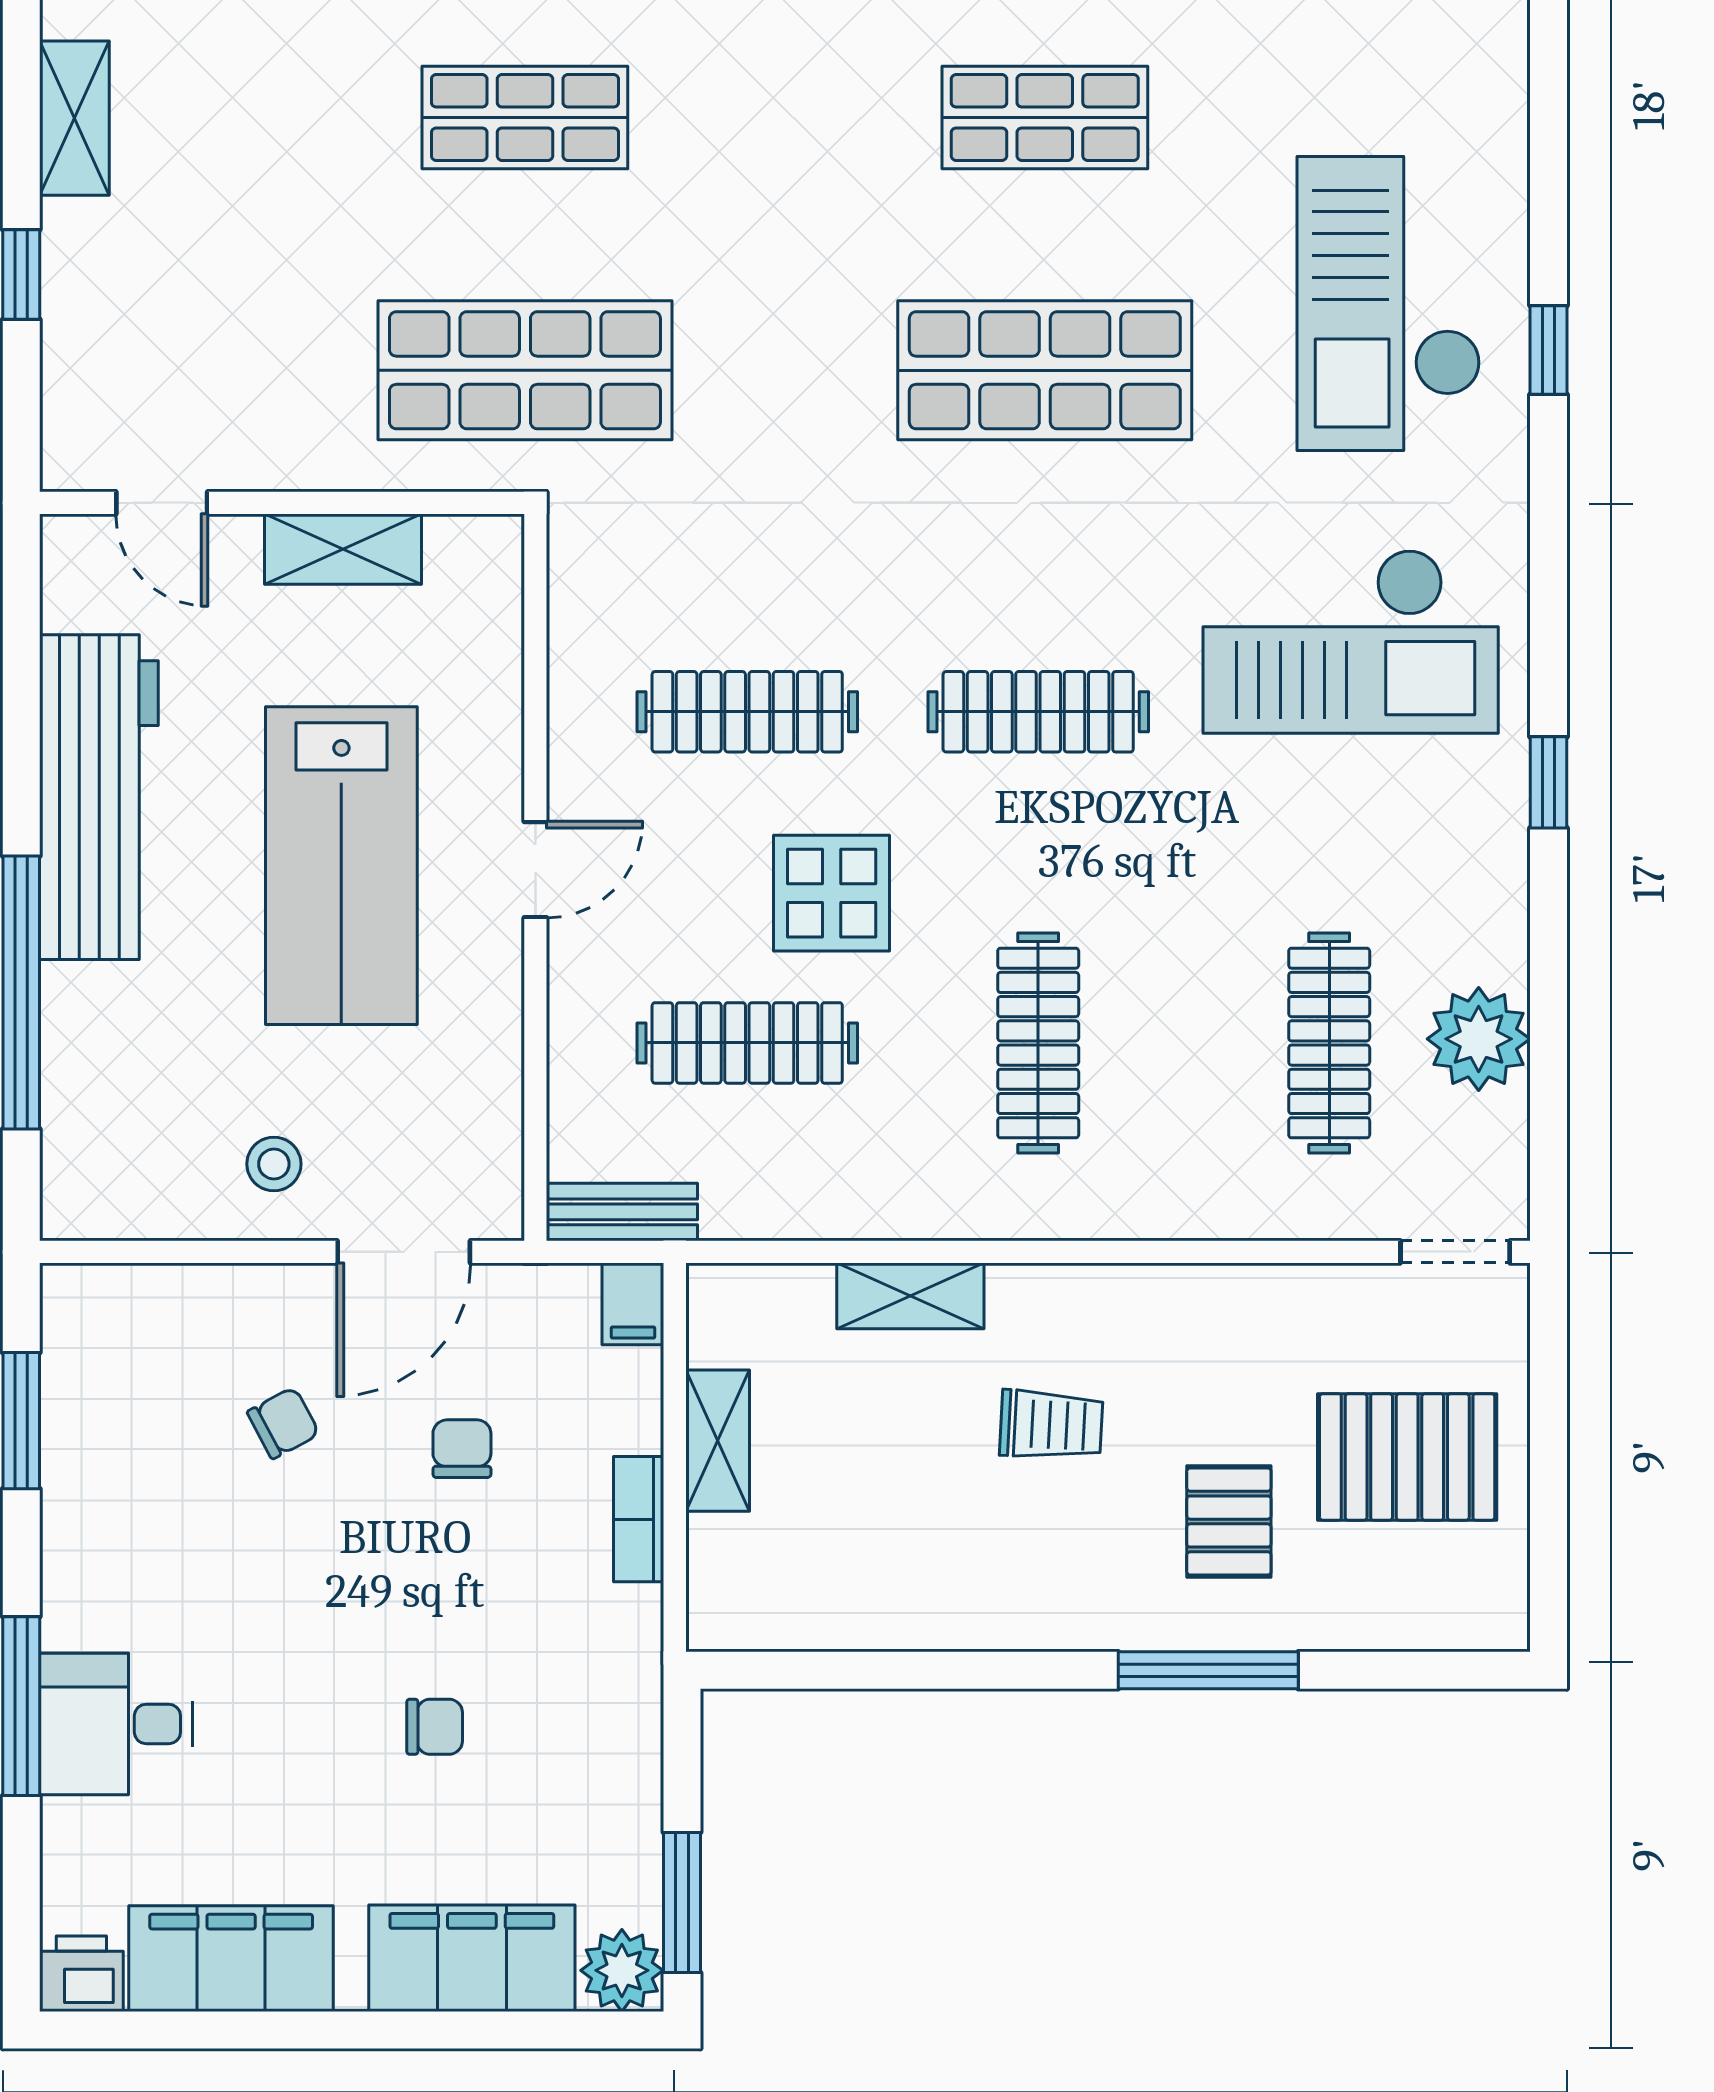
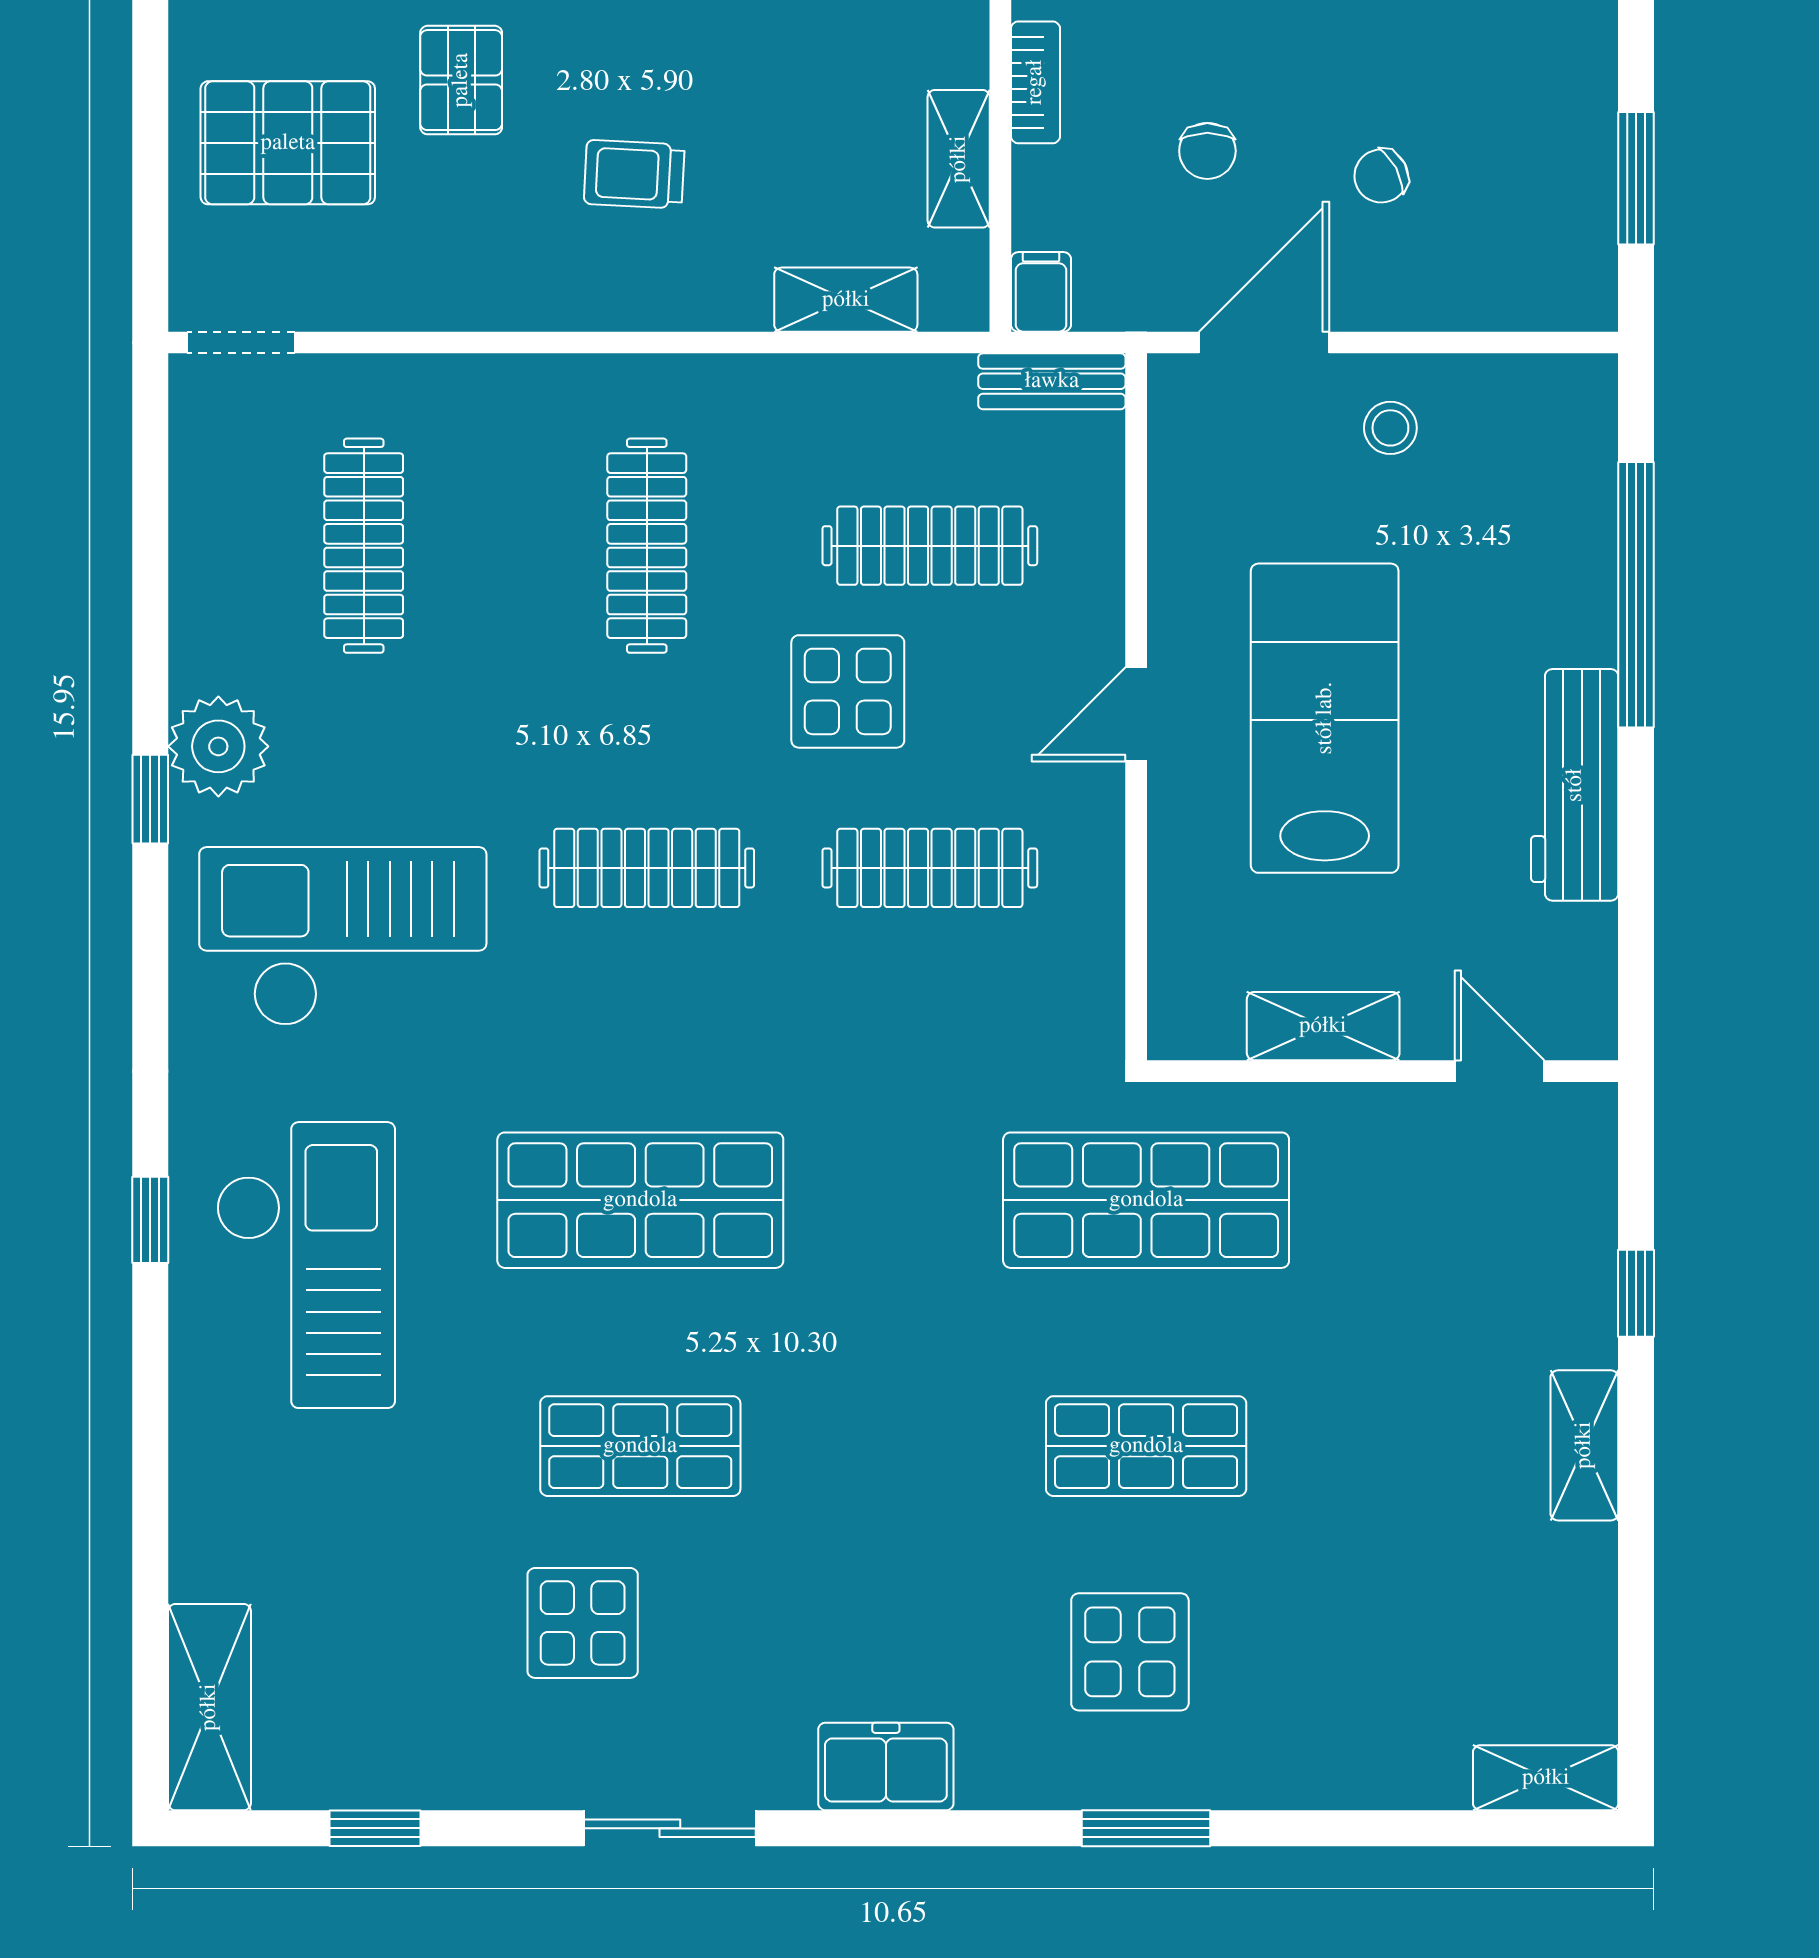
workbench: (99, 797) -> (1575, 785), width x0.73, depth x0.76
plant: (1479, 1039) -> (218, 746), moved
shelving: (910, 1296) -> (846, 300), moved

